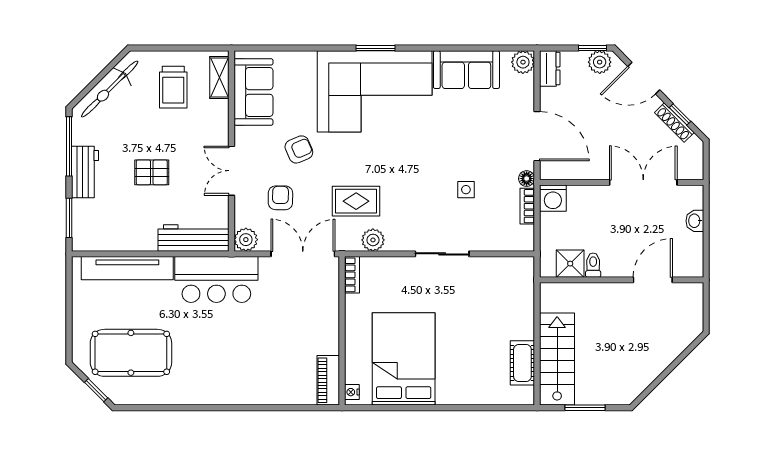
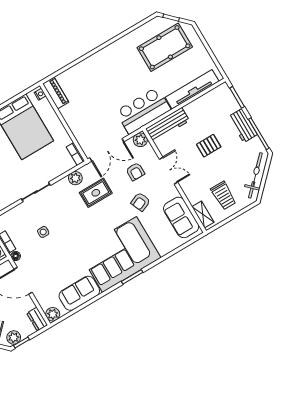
trolley: (173, 87) -> (223, 196), turned 180

